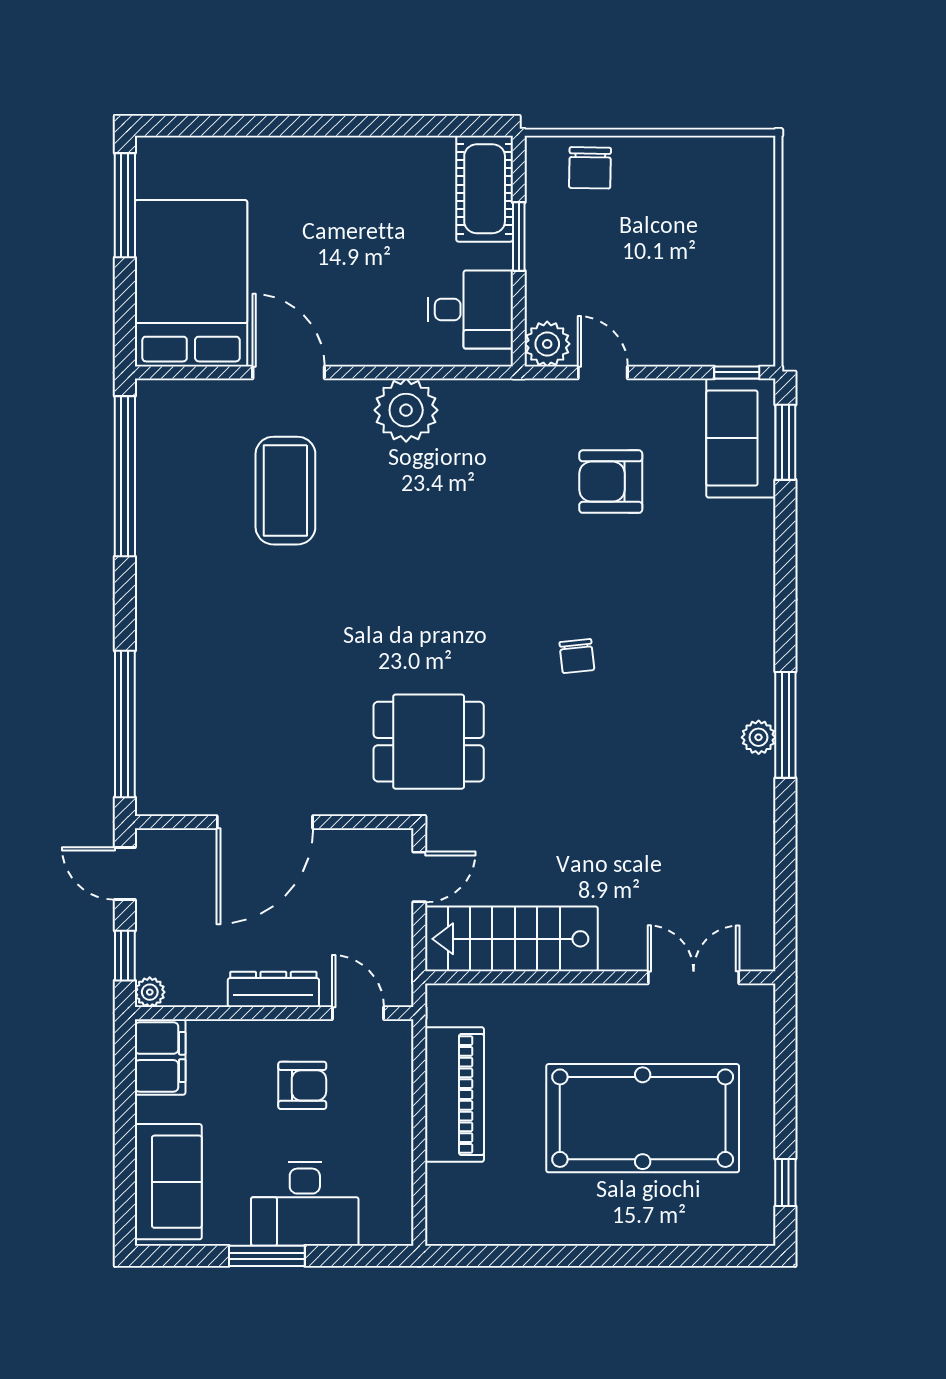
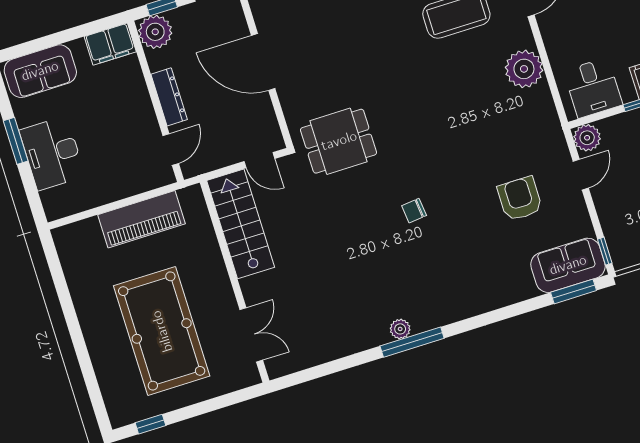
dining table: (429, 742) -> (339, 141), turned 90
plant: (150, 992) -> (155, 32), width x1.88, depth x1.88
armchair: (302, 1085) -> (119, 131), removed

